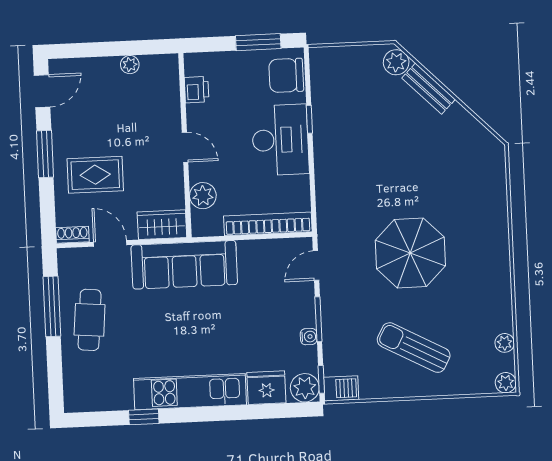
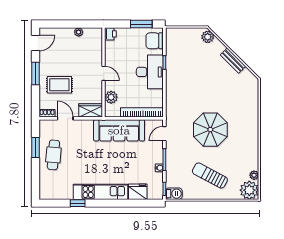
bench: (429, 89) -> (233, 61), moved
printer: (197, 90) -> (110, 34), moved
sofa: (184, 265) -> (119, 130), moved
window: (52, 306) -> (35, 148), width x0.69
plant: (506, 383) -> (249, 190), width x1.88, depth x1.88
plant: (305, 388) -> (156, 193), removed

